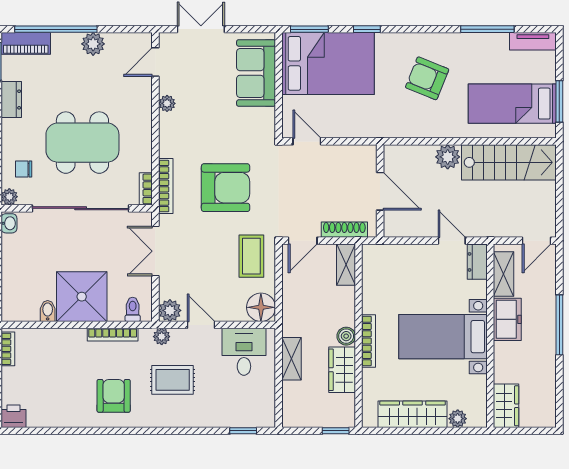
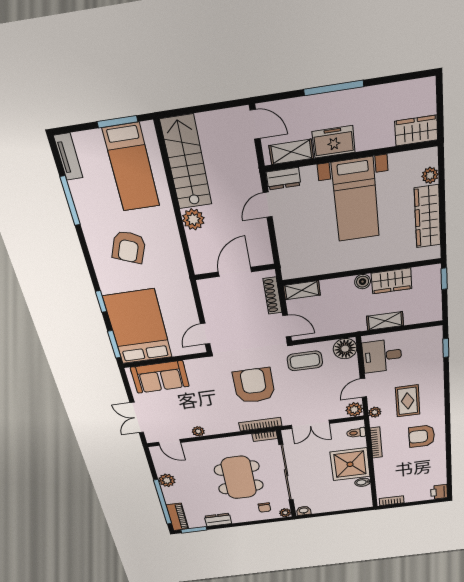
bookcase: (369, 341) -> (365, 263), removed

